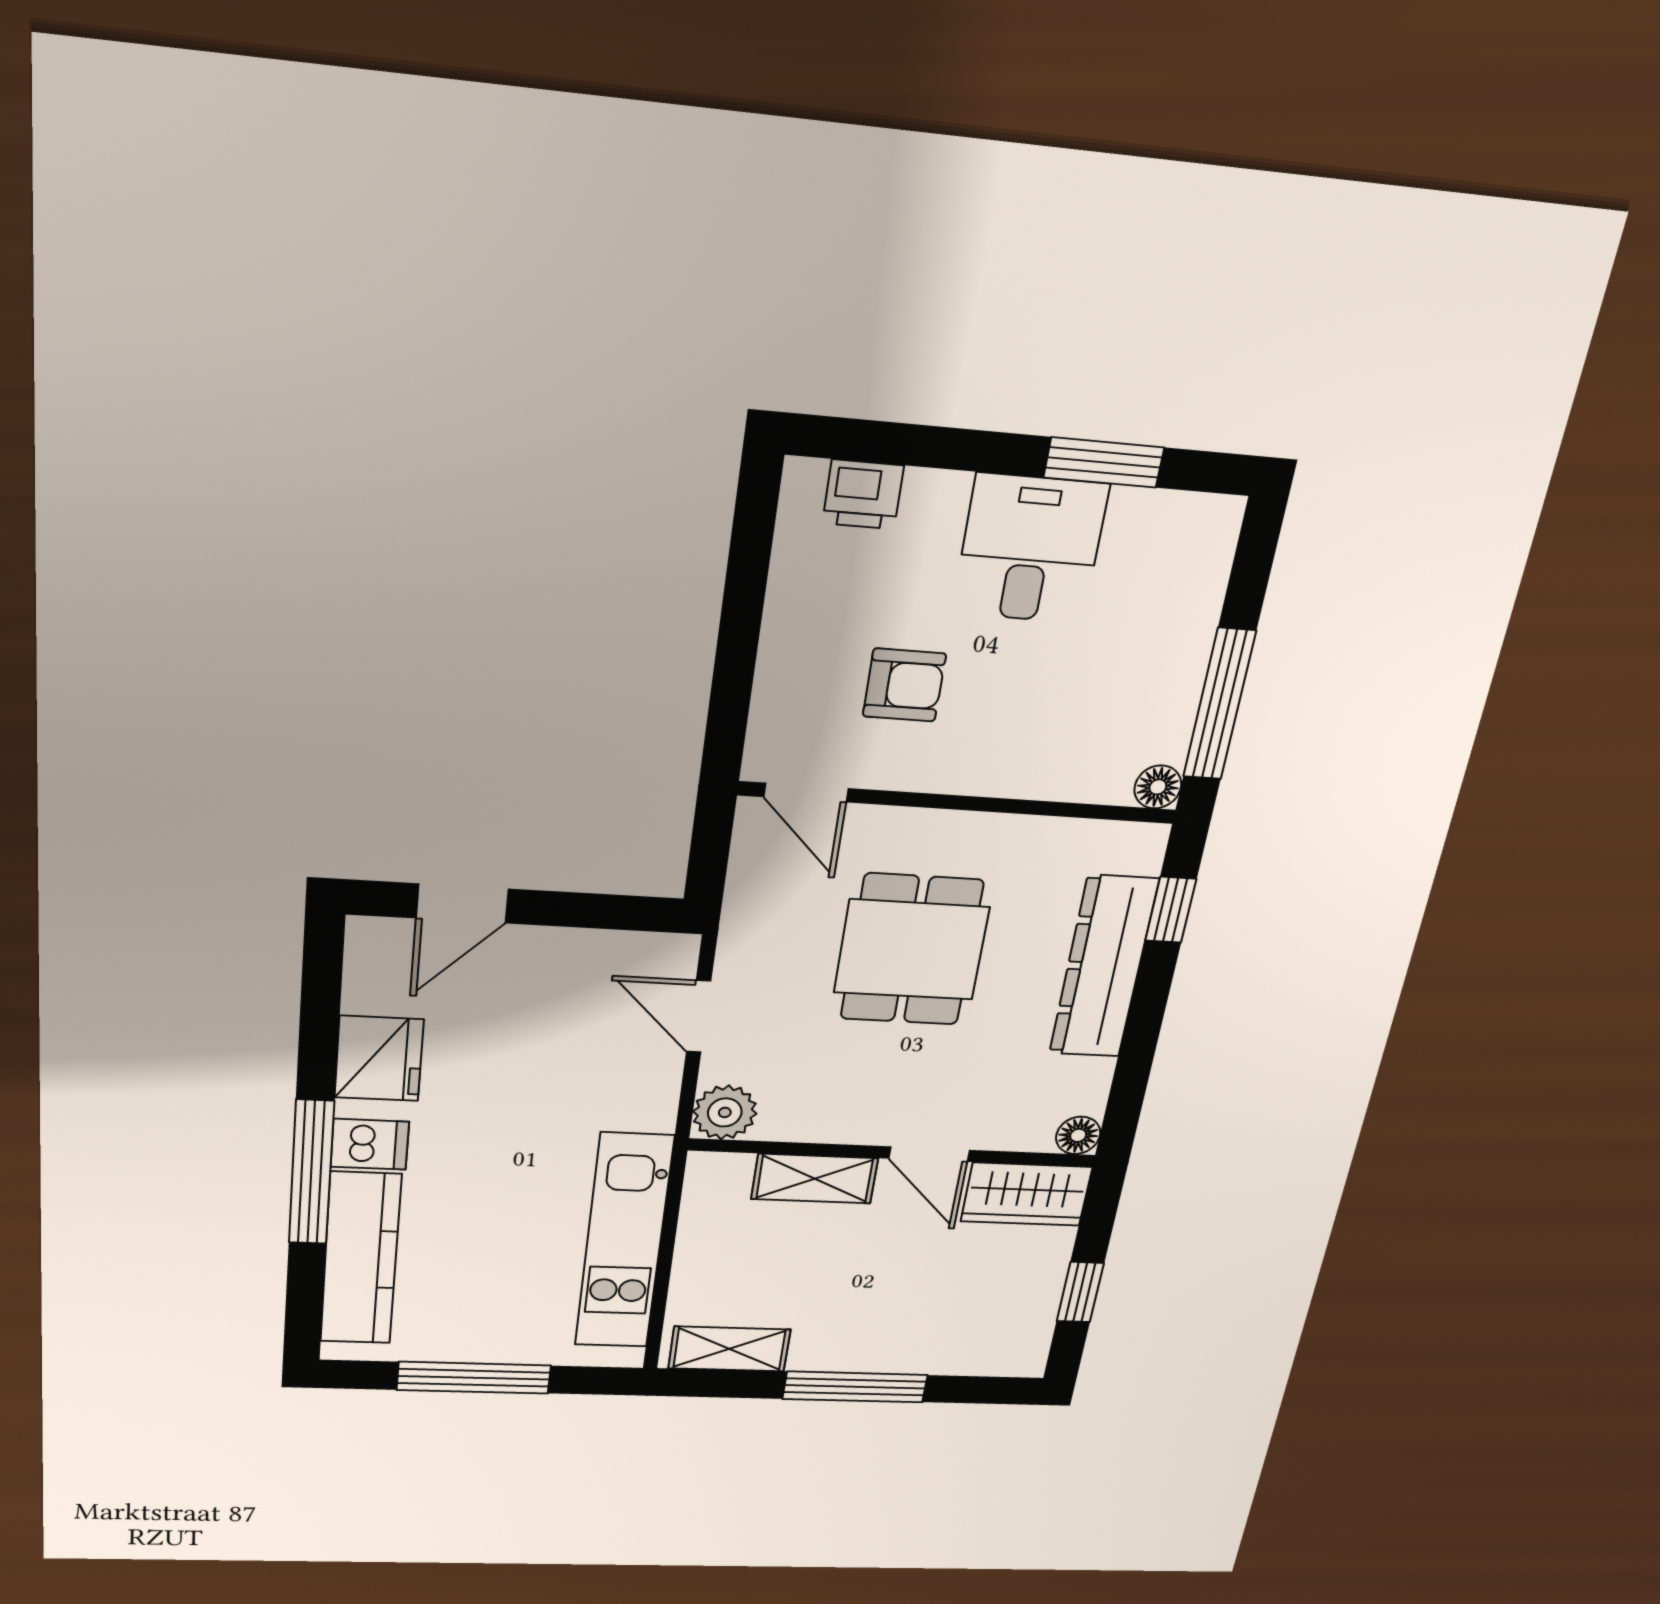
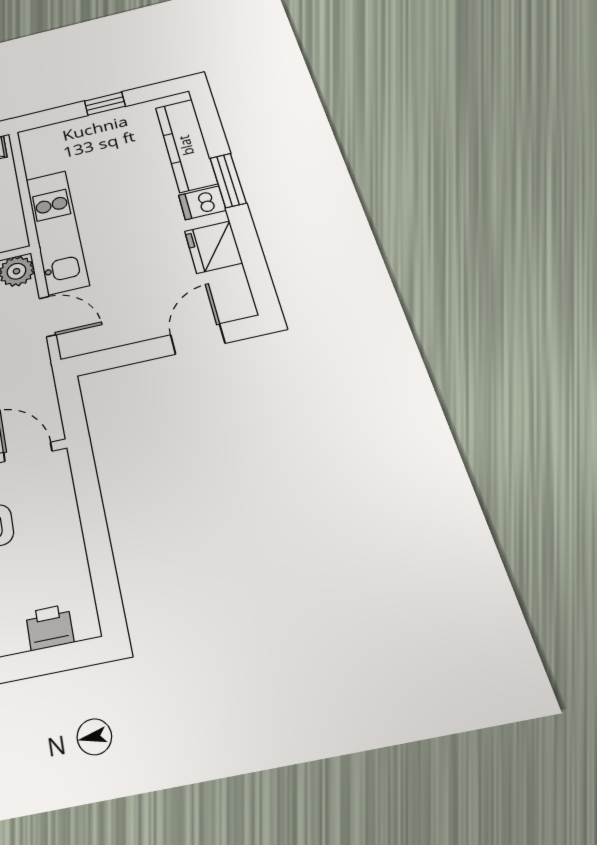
window: (311, 1172) -> (228, 180), width x0.69
kitchen unit: (624, 1242) -> (57, 231), moved
window: (474, 1378) -> (105, 104), width x0.46

